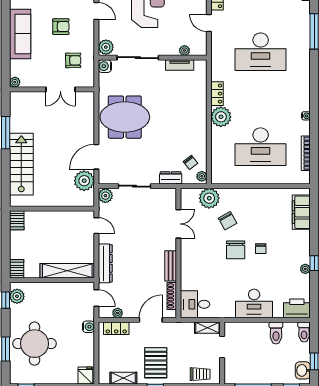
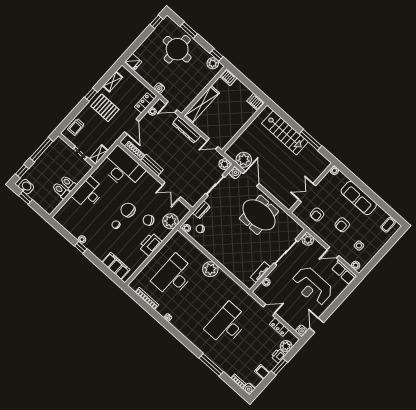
water cooler: (105, 66) -> (235, 173), moved
locker: (217, 94) -> (225, 279), removed
meeting table: (125, 117) -> (259, 215), turned 90
desk: (195, 304) -> (122, 168), width x1.87, depth x1.30
printer: (297, 308) -> (150, 244), moved, turned 180
toilet: (304, 332) -> (68, 183), moved

